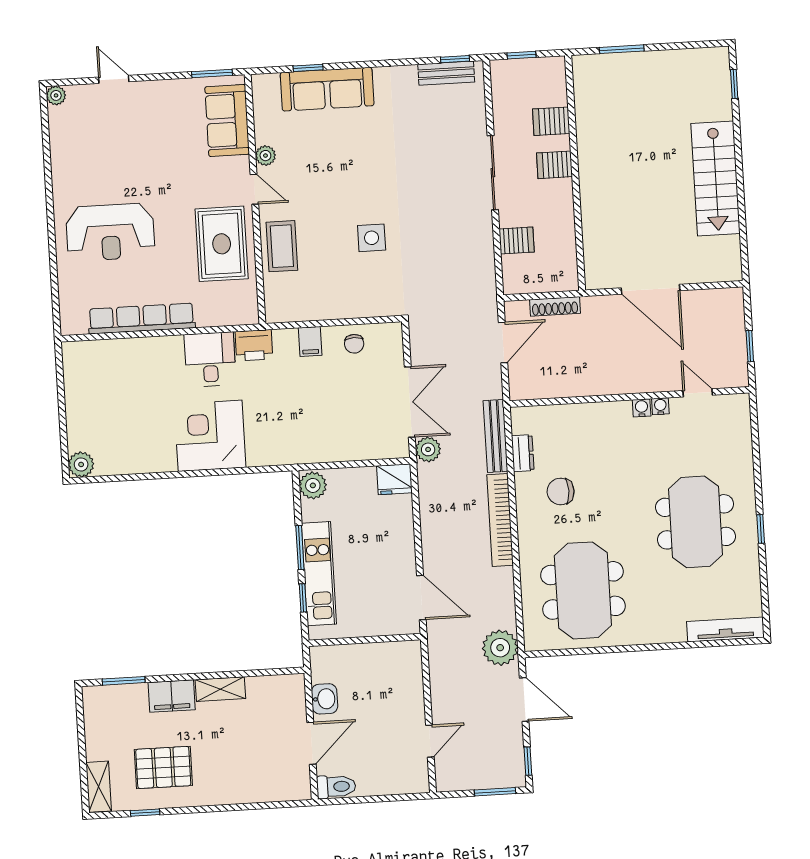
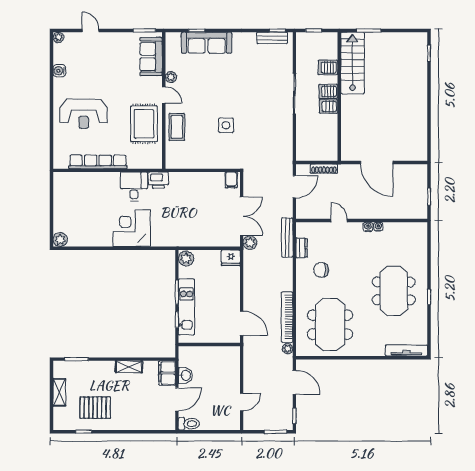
water cooler: (61, 156) -> (59, 71), added
stairs: (716, 178) -> (352, 63), moved, turned 180
server rack: (517, 240) -> (328, 106), moved, turned 180
filing cabinet: (310, 342) -> (231, 180), moved
chair: (354, 344) -> (213, 183), removed
door: (698, 393) -> (339, 221), moved
bookcase: (500, 520) -> (287, 317), moved
plant: (500, 648) -> (288, 349), width x0.53, depth x0.53
filing cabinet: (172, 696) -> (167, 373), moved, turned 90
shelving: (99, 787) -> (59, 392), moved

